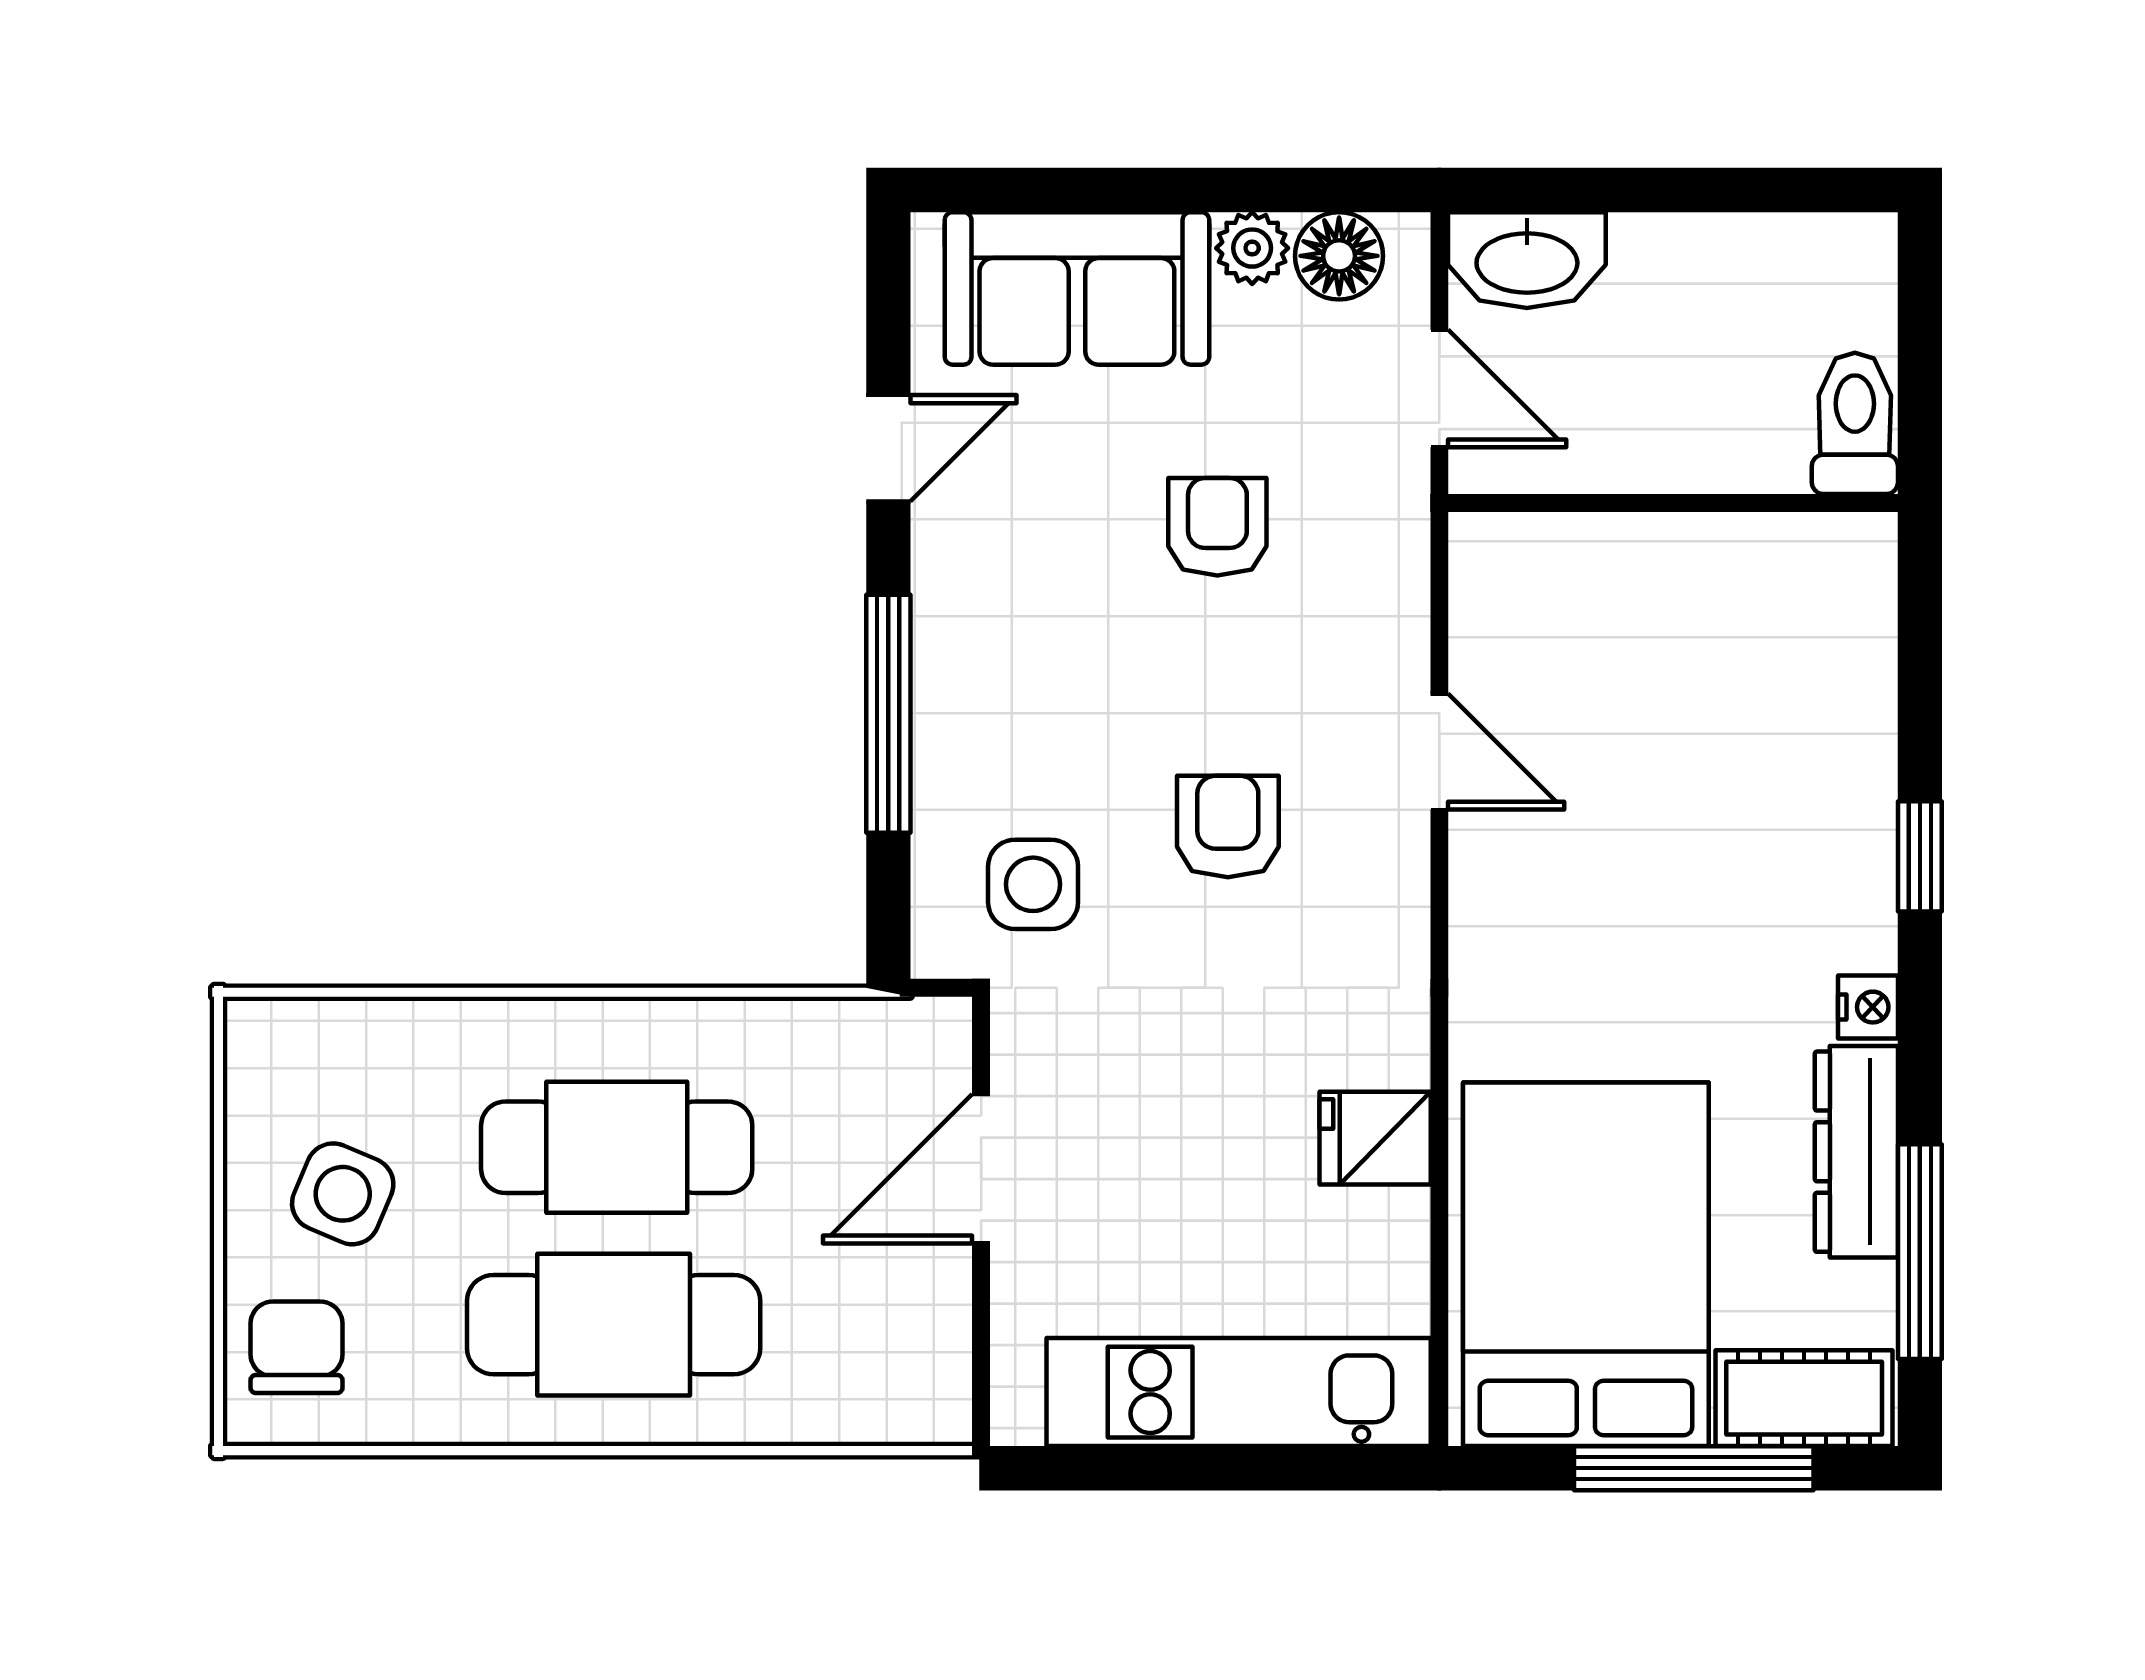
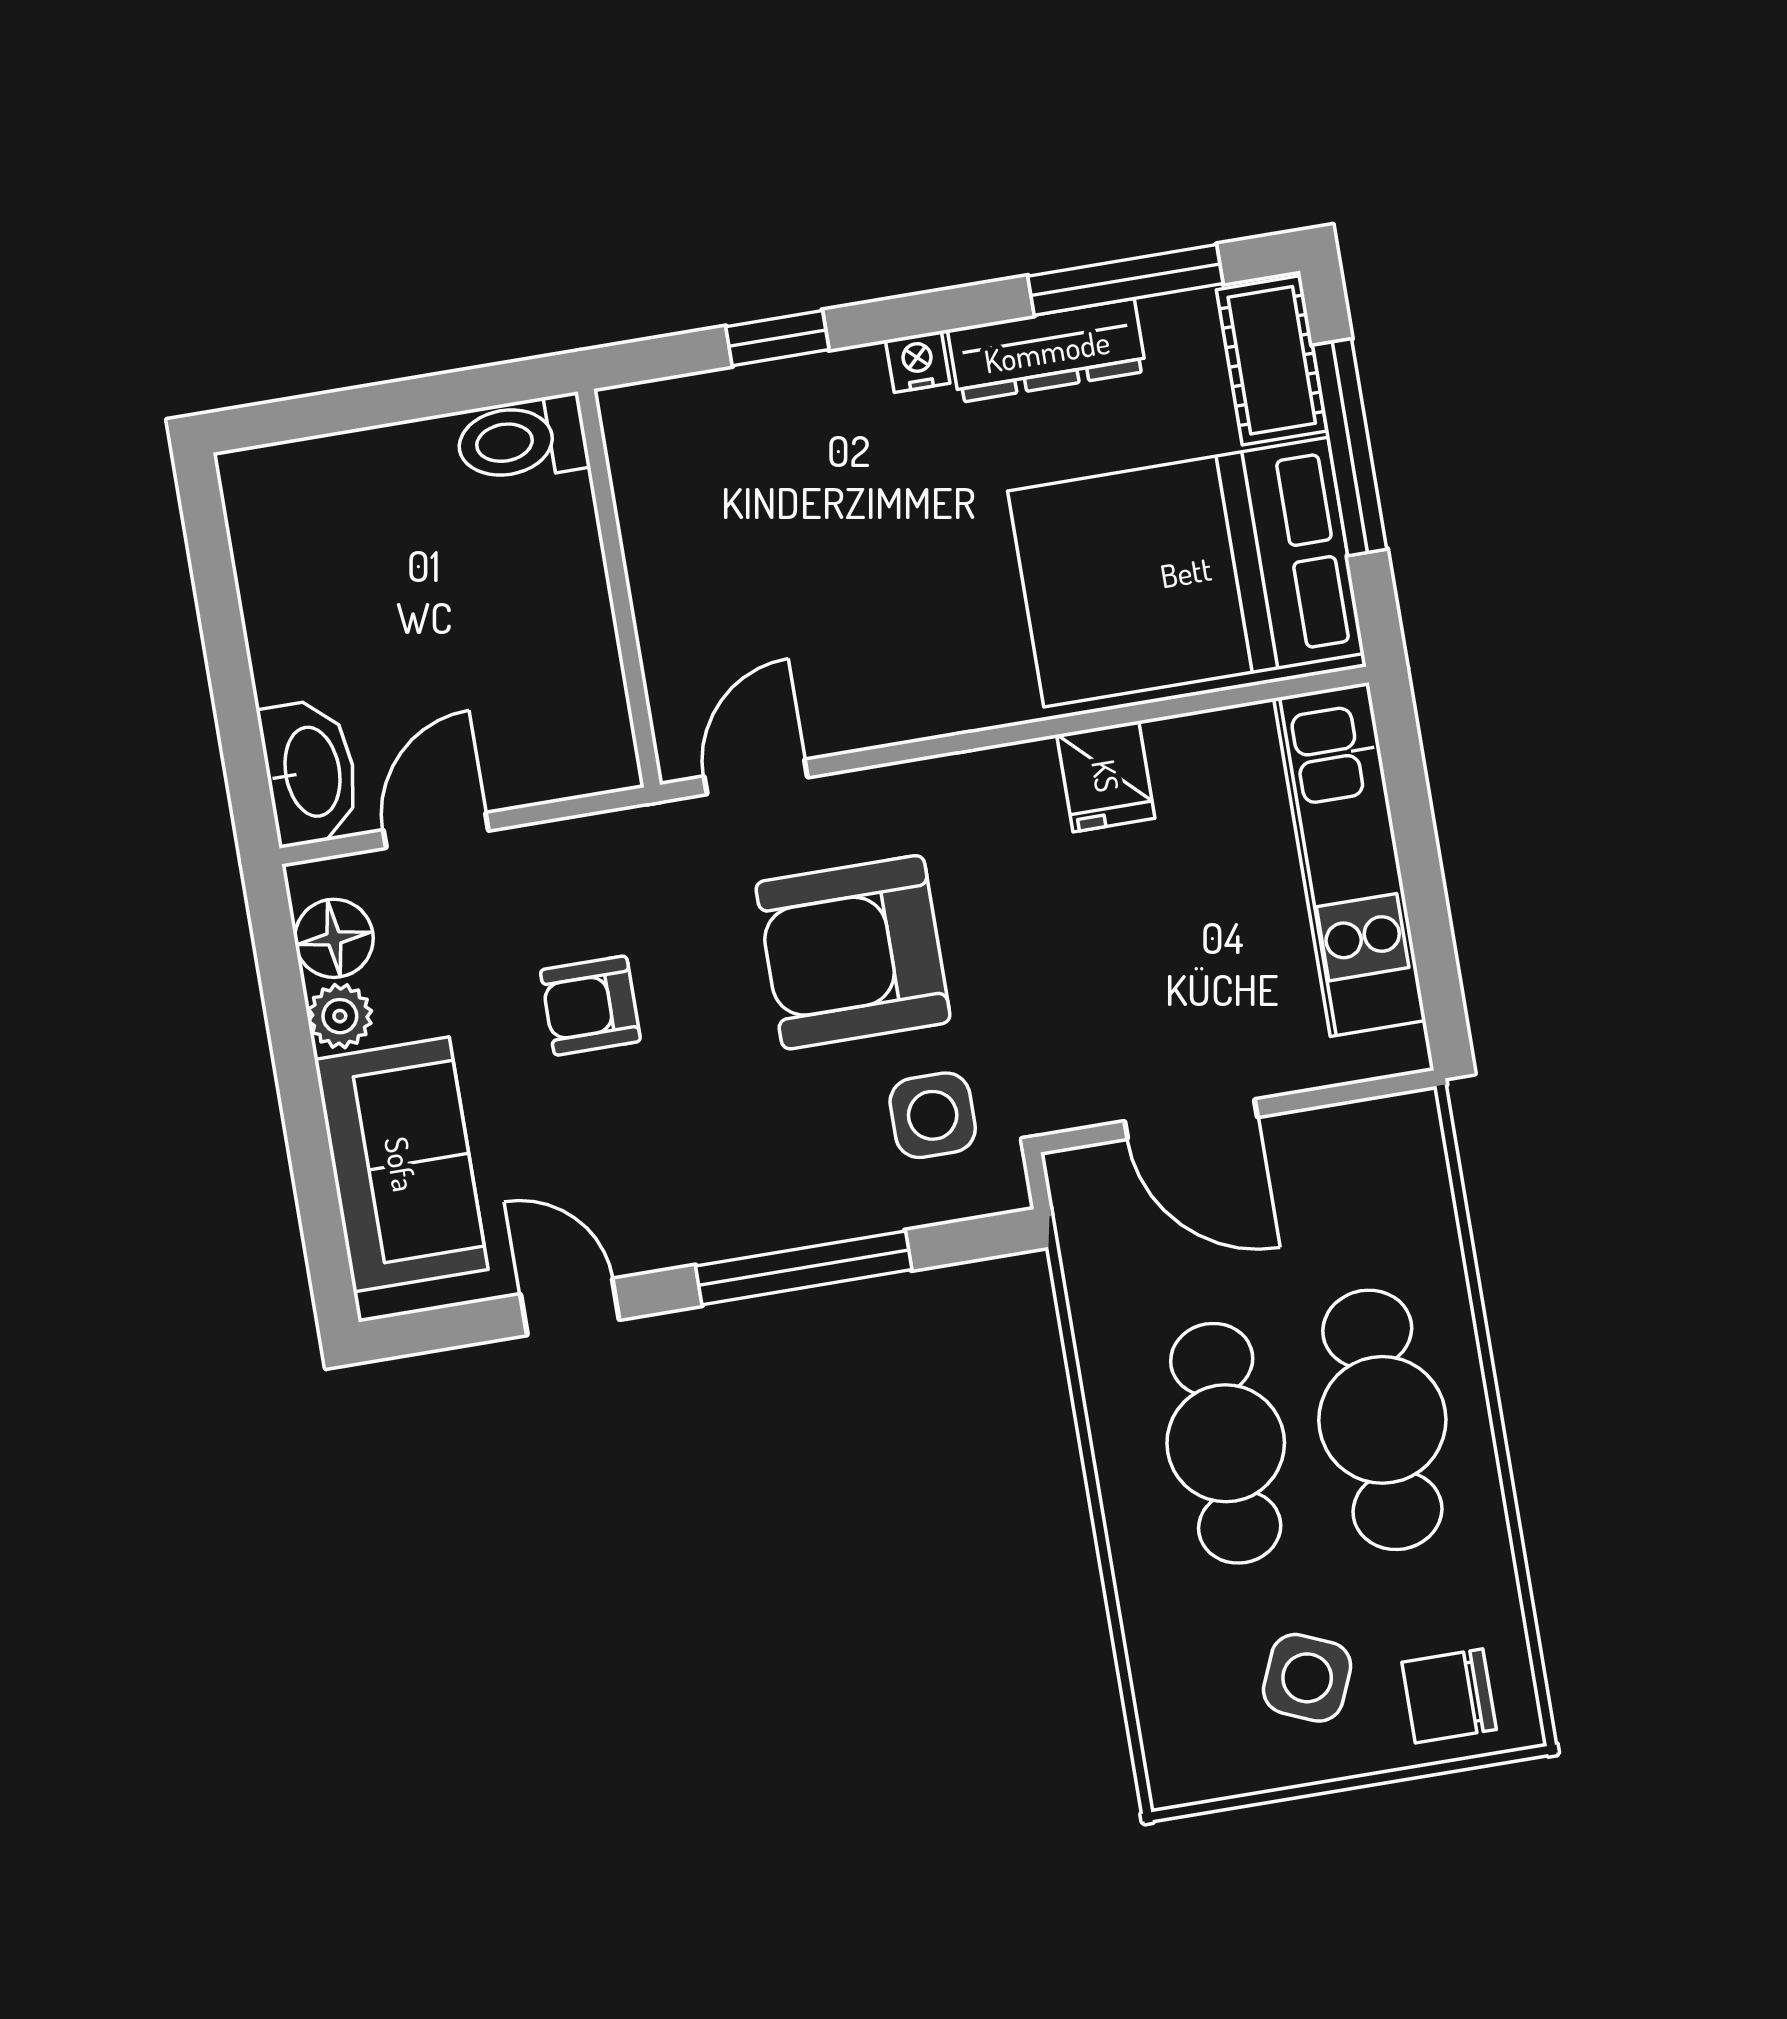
toilet: (1855, 423) -> (522, 440), moved
wall: (1673, 503) -> (619, 588), moved
armchair: (1228, 826) -> (853, 952), width x1.88, depth x1.88

